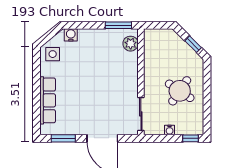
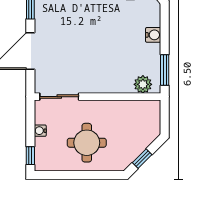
water cooler: (71, 35) -> (153, 35), moved
round table: (180, 91) -> (87, 143), turned -34

